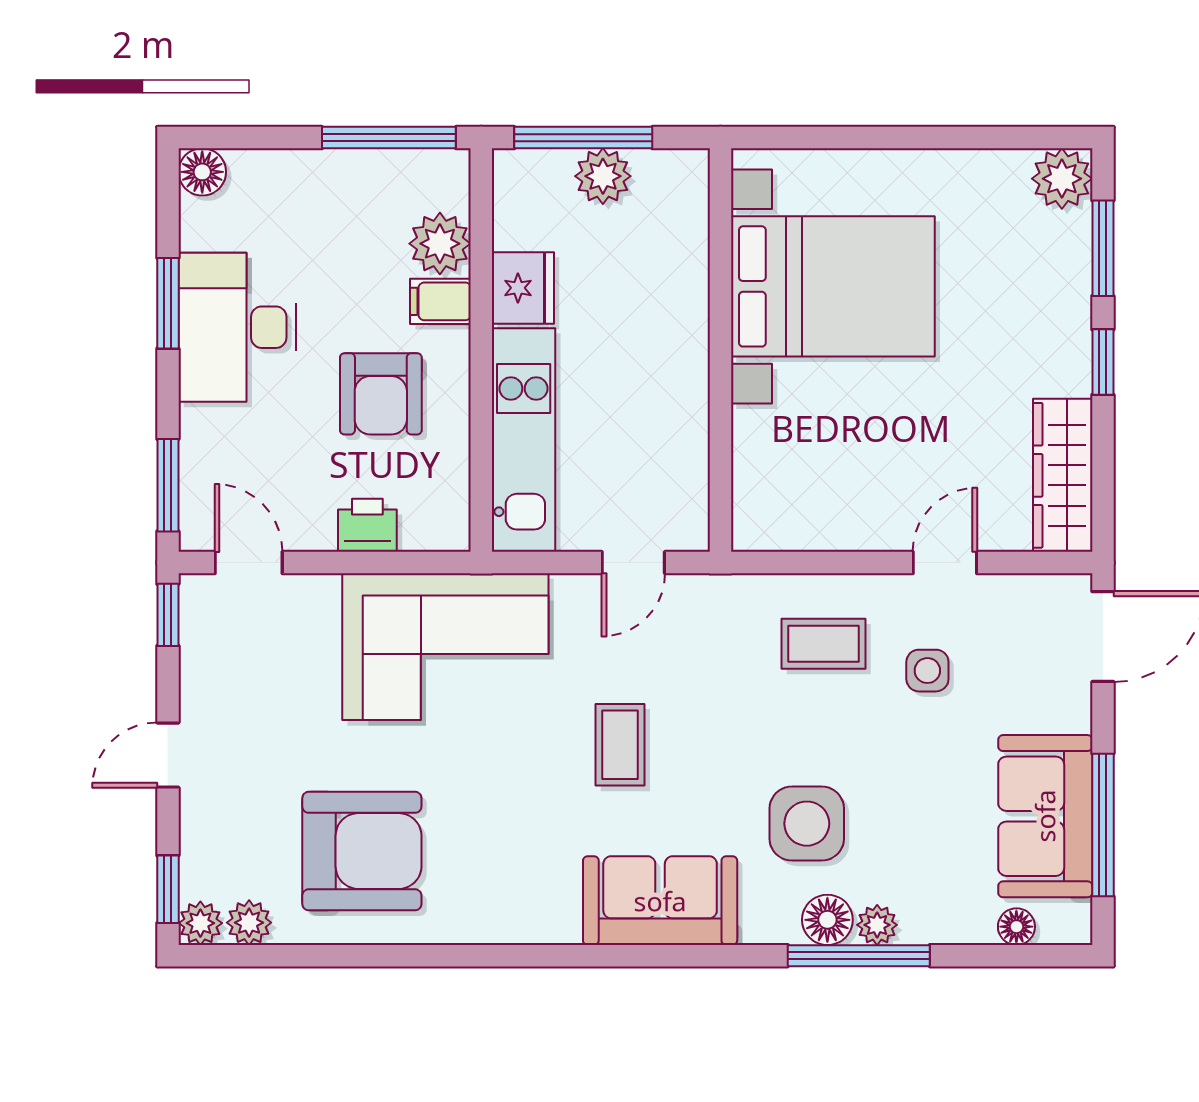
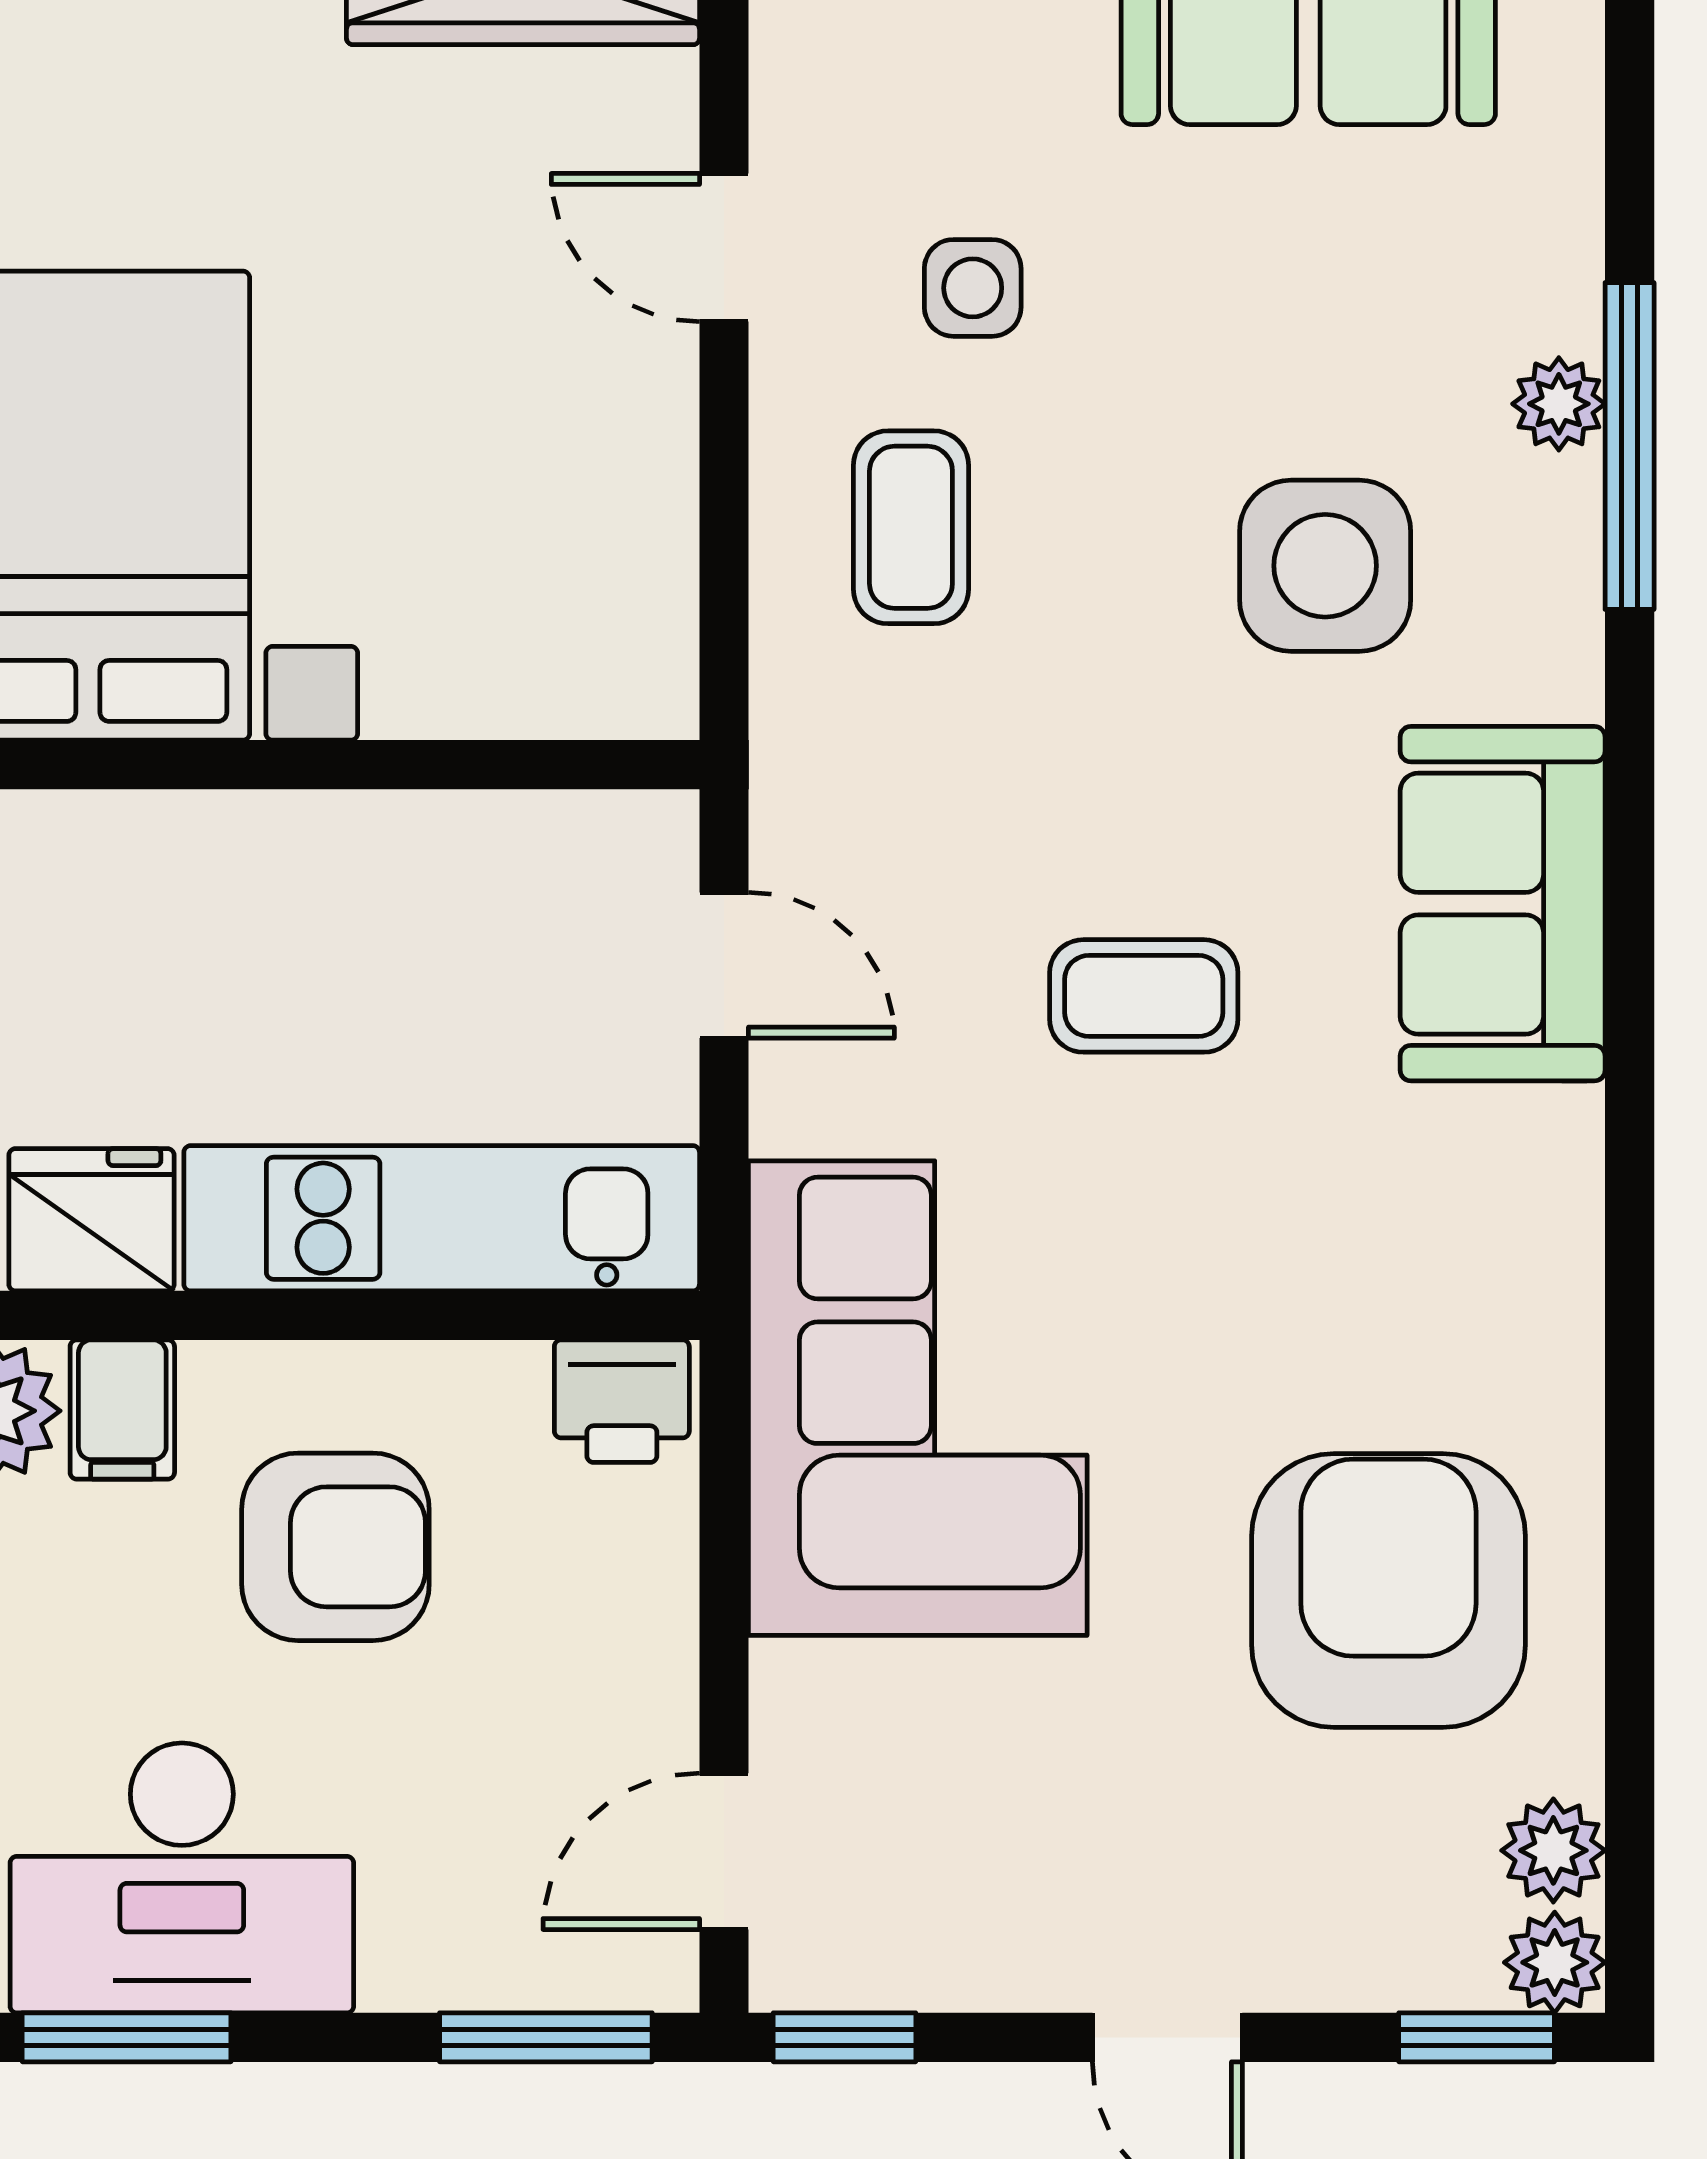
printer: (367, 525) -> (622, 1401), moved, turned -90
floor lamp: (827, 920) -> (1547, 518), removed
floor lamp: (1016, 927) -> (1563, 83), removed

